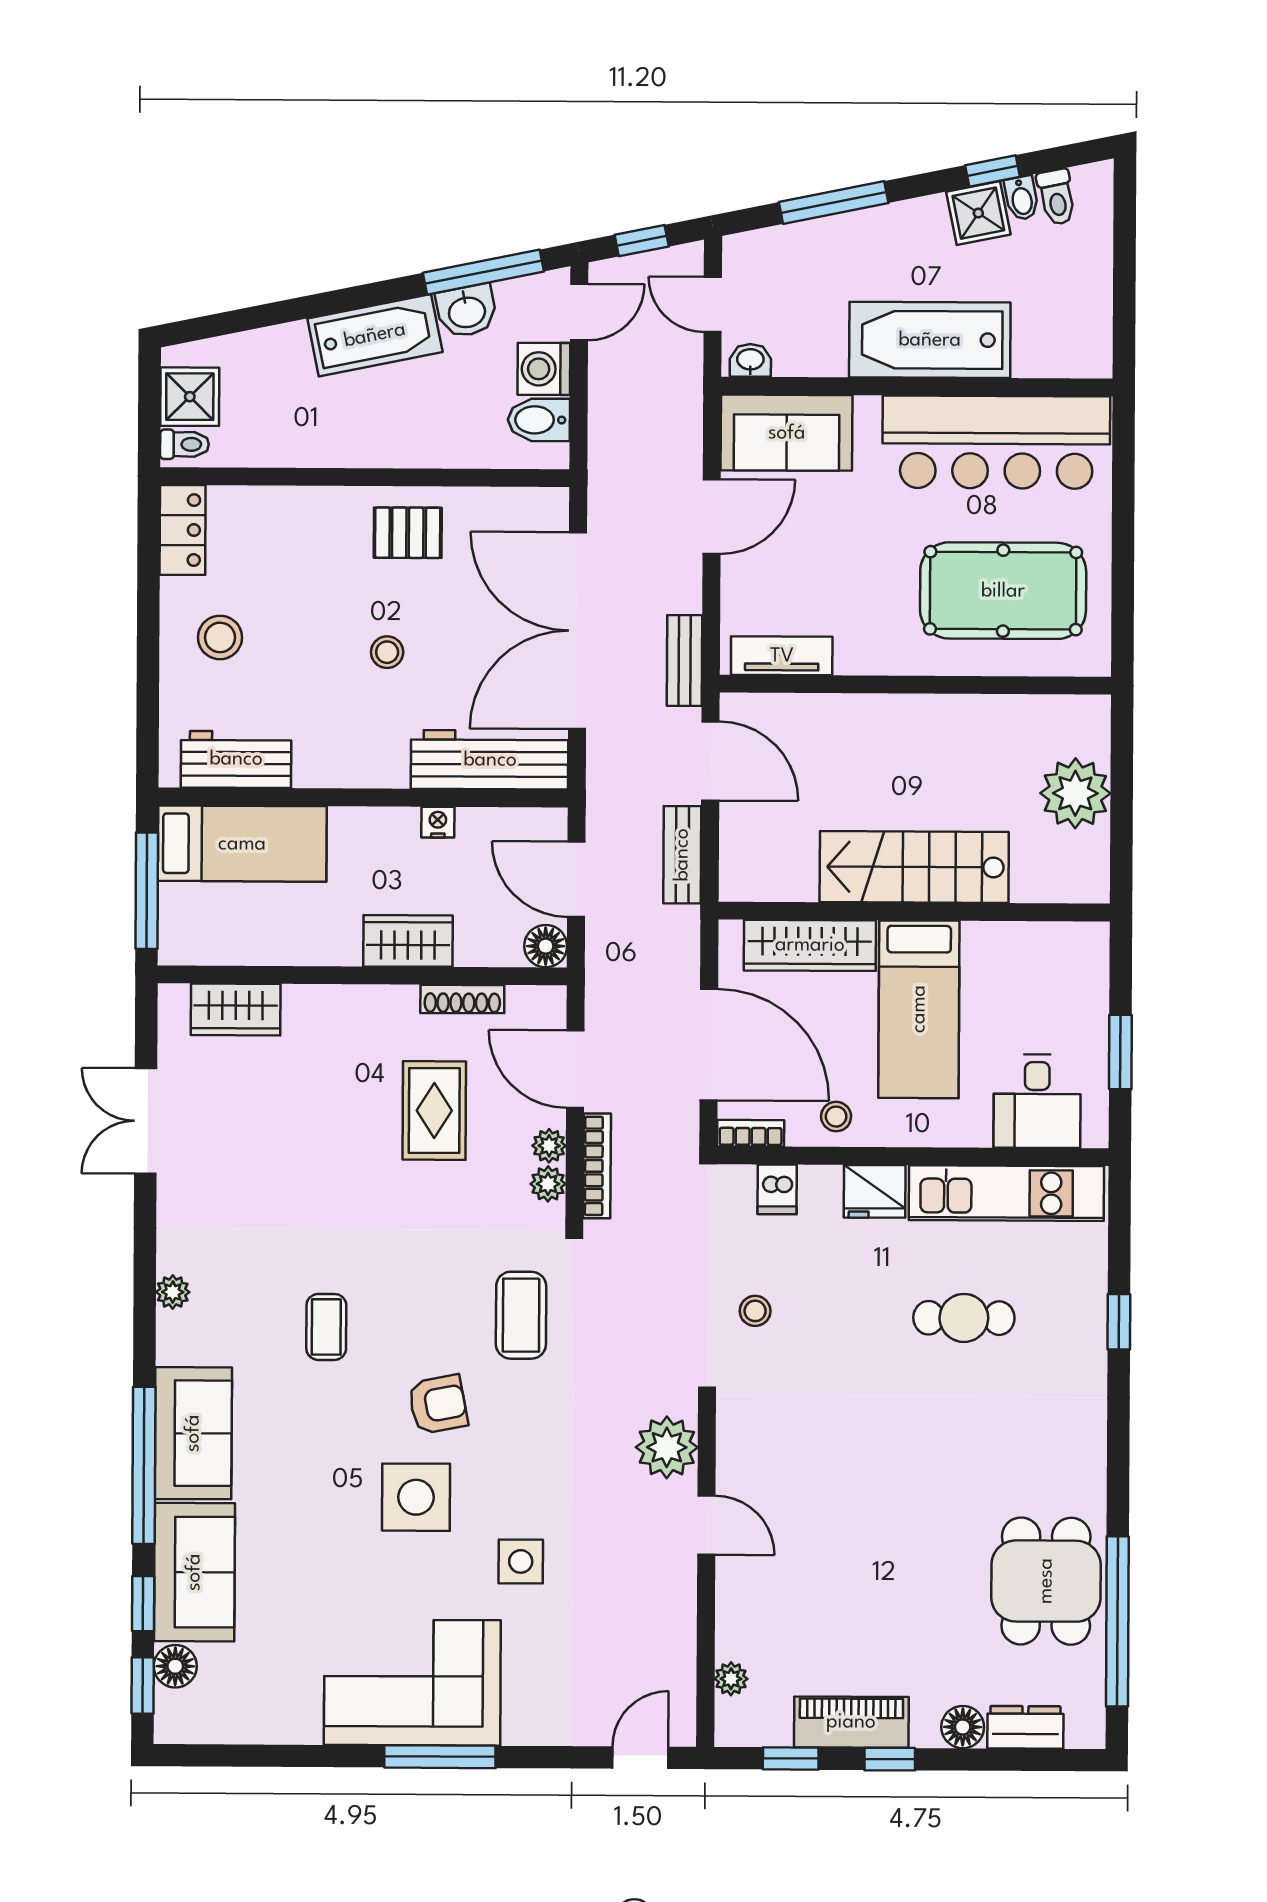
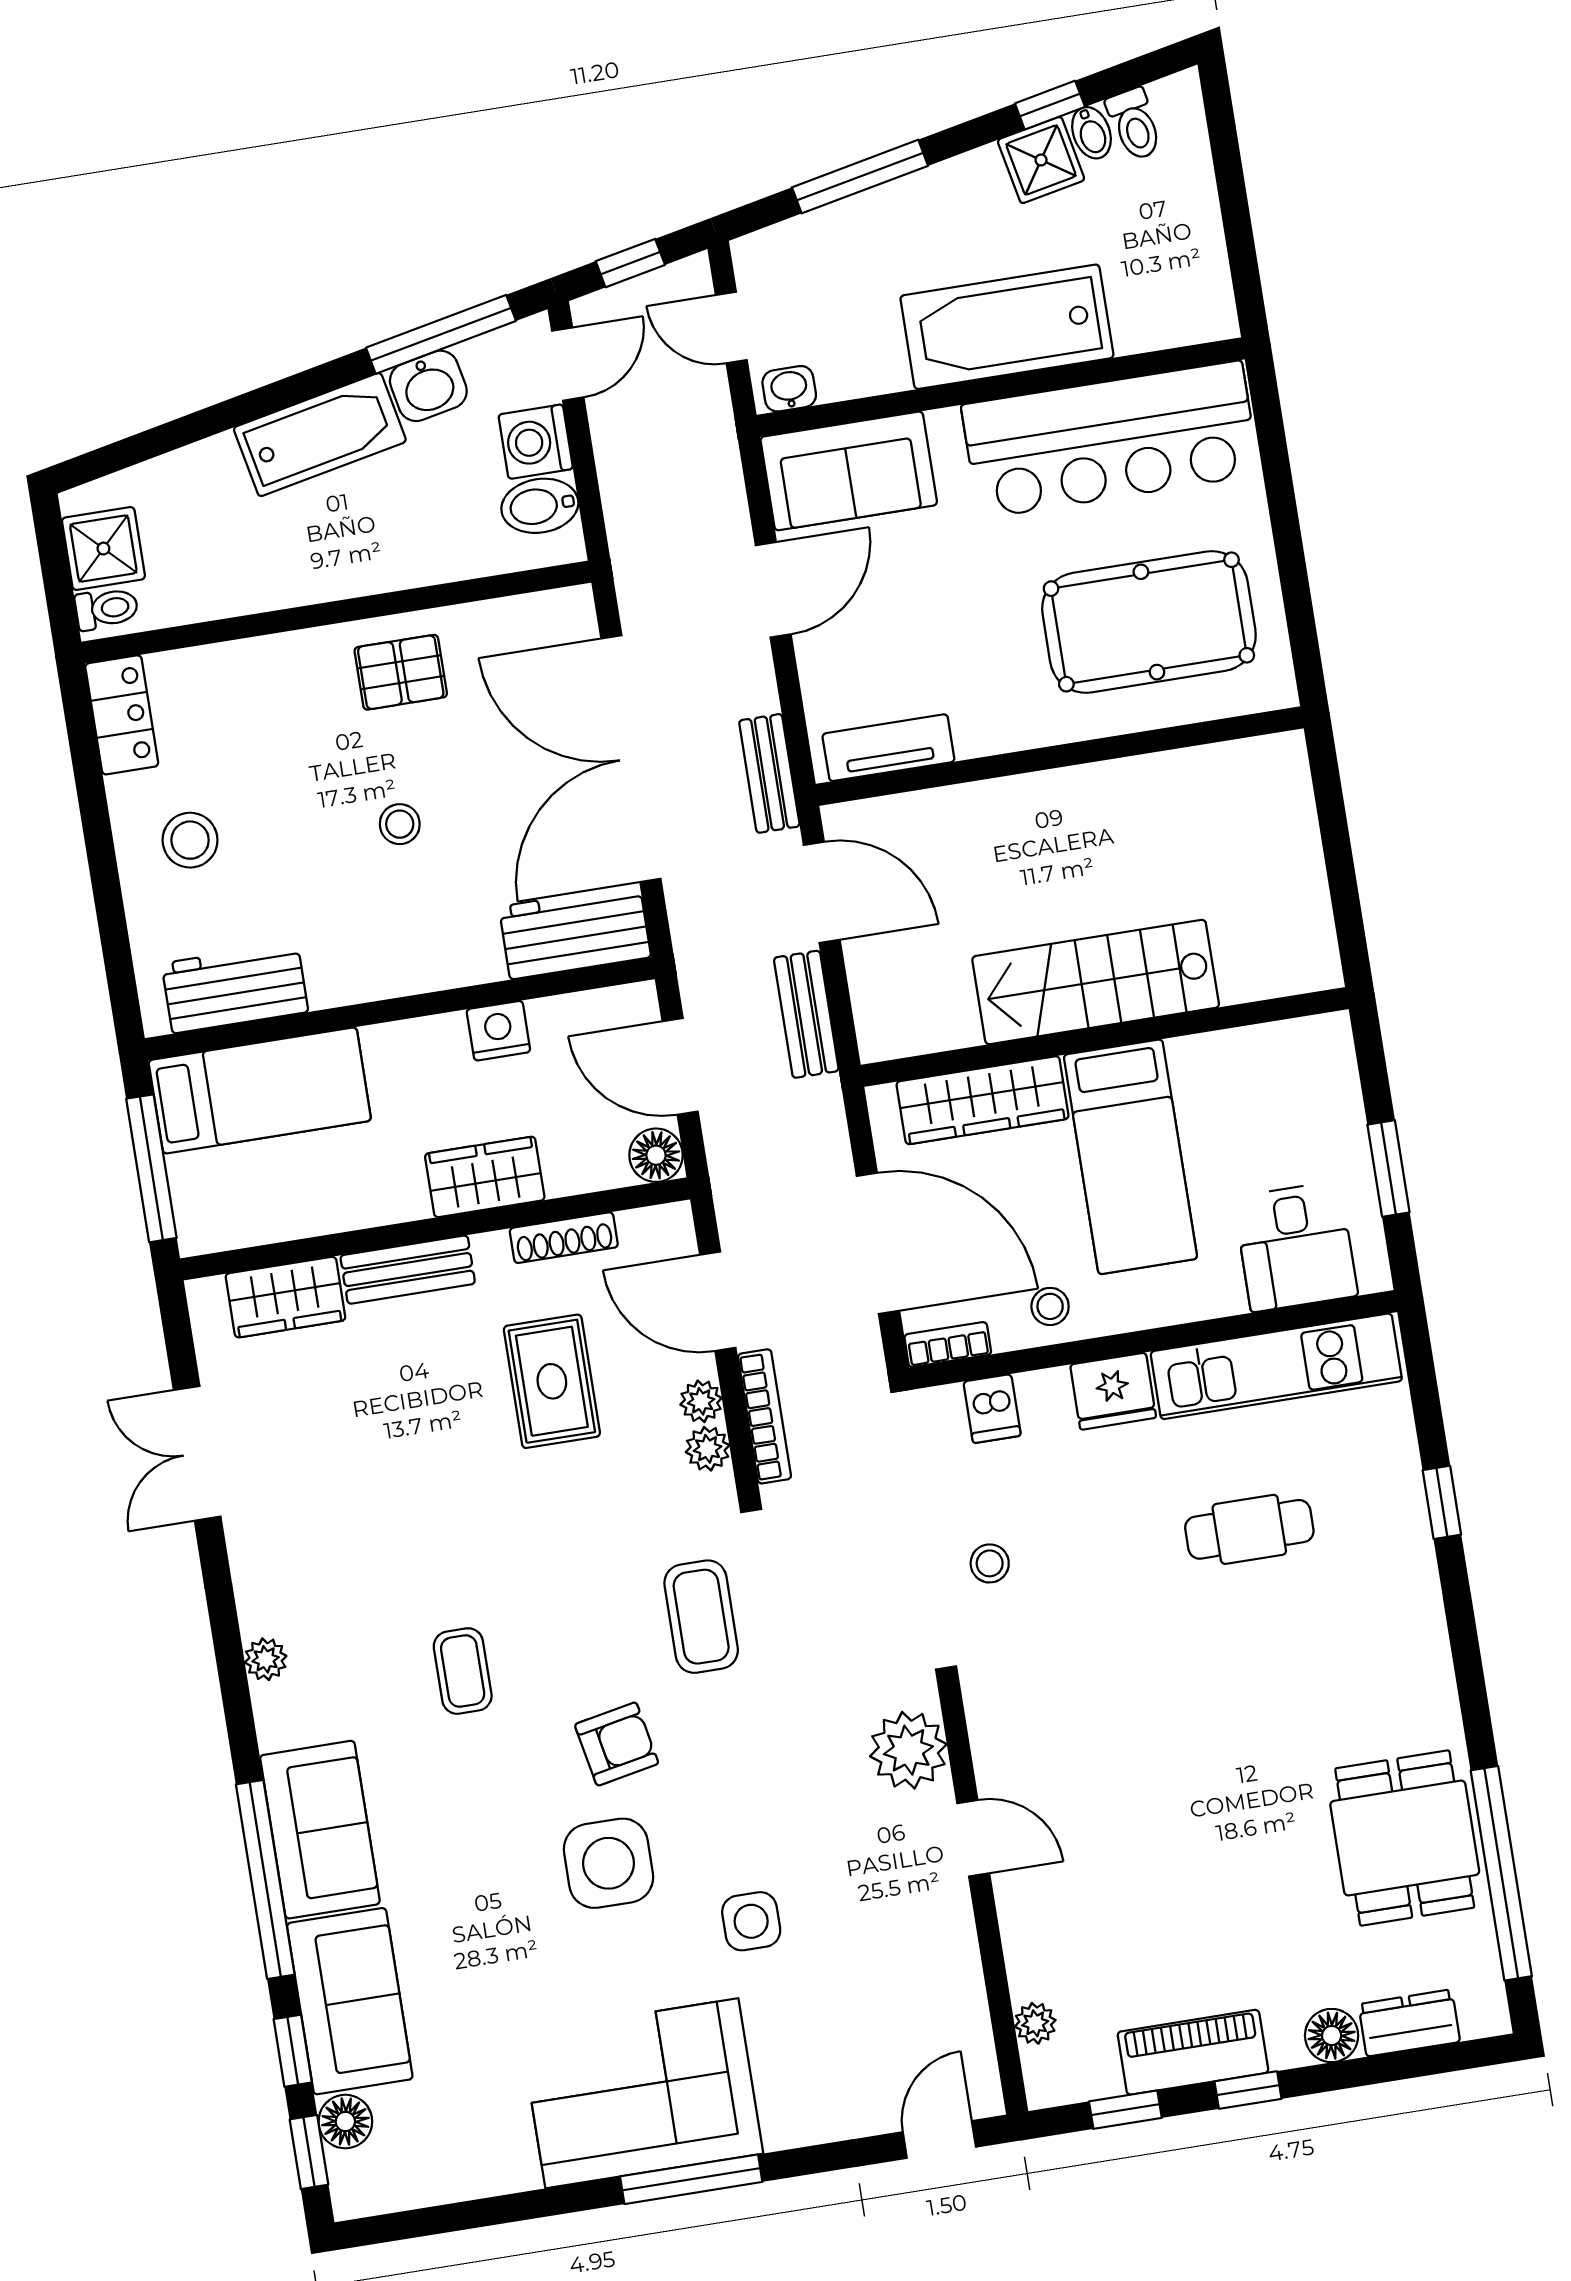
workbench: (490, 760) -> (575, 932), width x0.73
plant: (1075, 793) -> (1280, 858), removed
nightstand: (438, 822) -> (498, 1031), width x1.39, depth x1.35
bench: (335, 1004) -> (408, 1270), added

